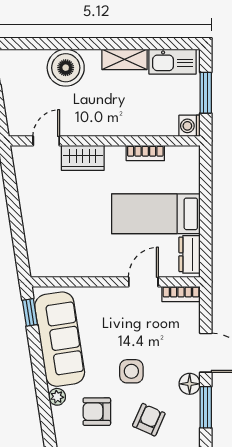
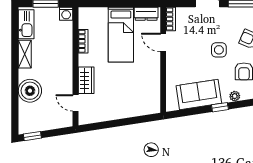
window: (30, 312) -> (220, 107), moved
sofa: (60, 339) -> (199, 94), width x0.73
floor lamp: (190, 384) -> (227, 14), removed

